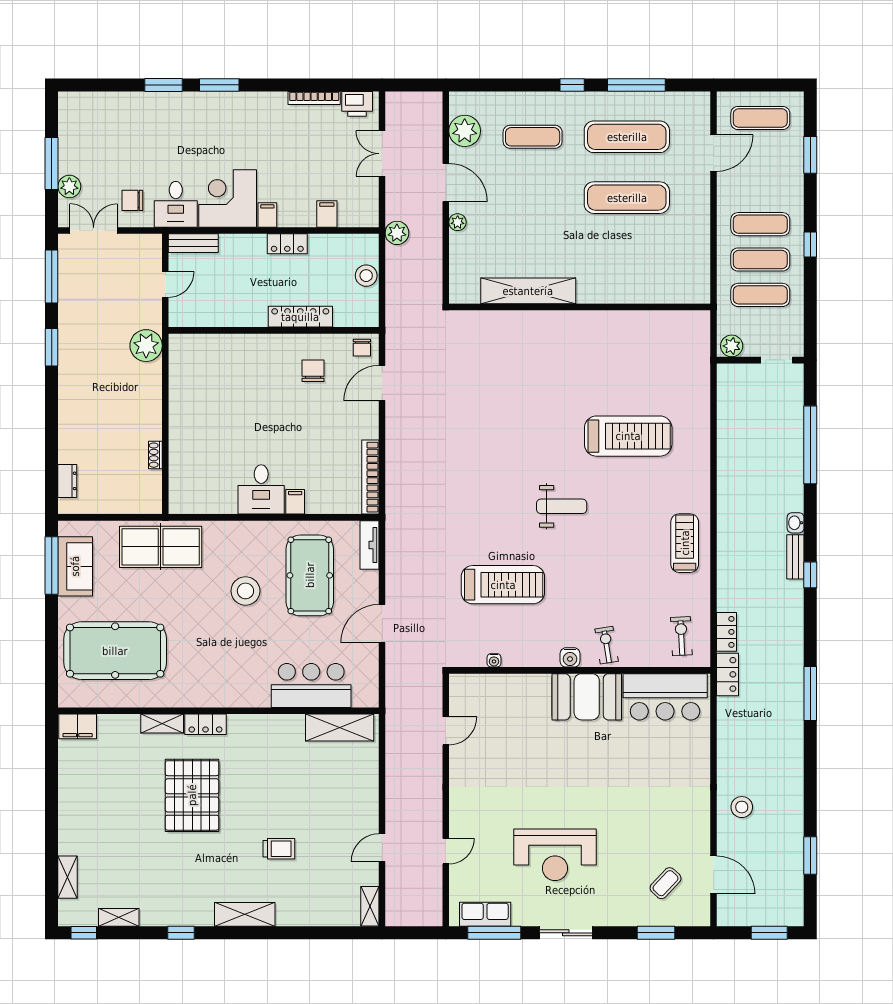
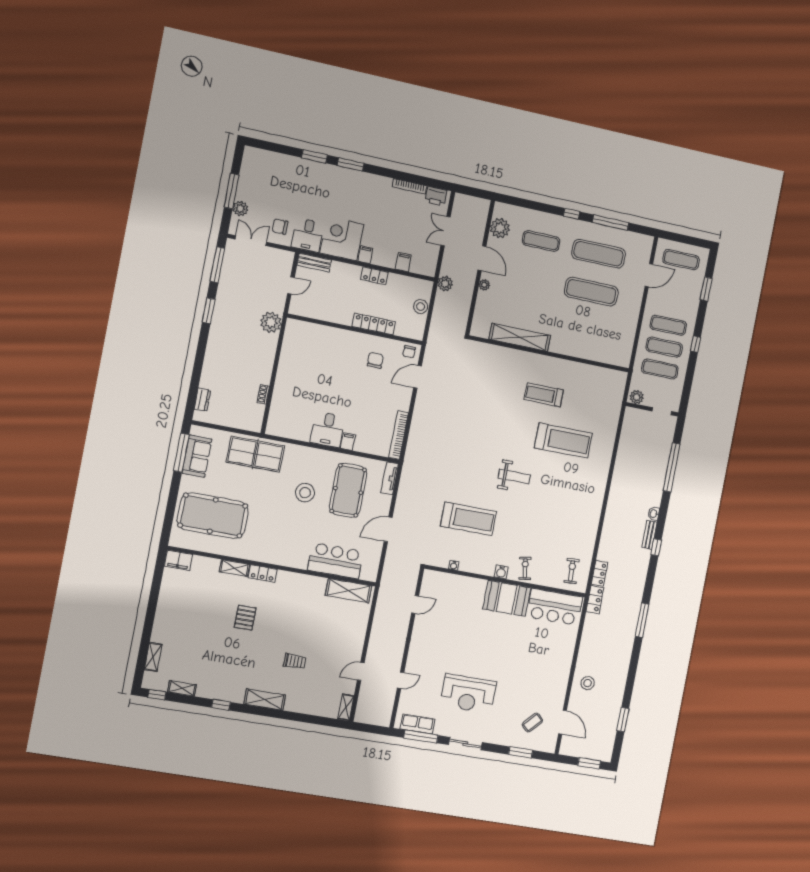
treadmill: (685, 543) -> (544, 395), moved, turned -90
pallet: (192, 795) -> (245, 618), width x0.49, depth x0.50

